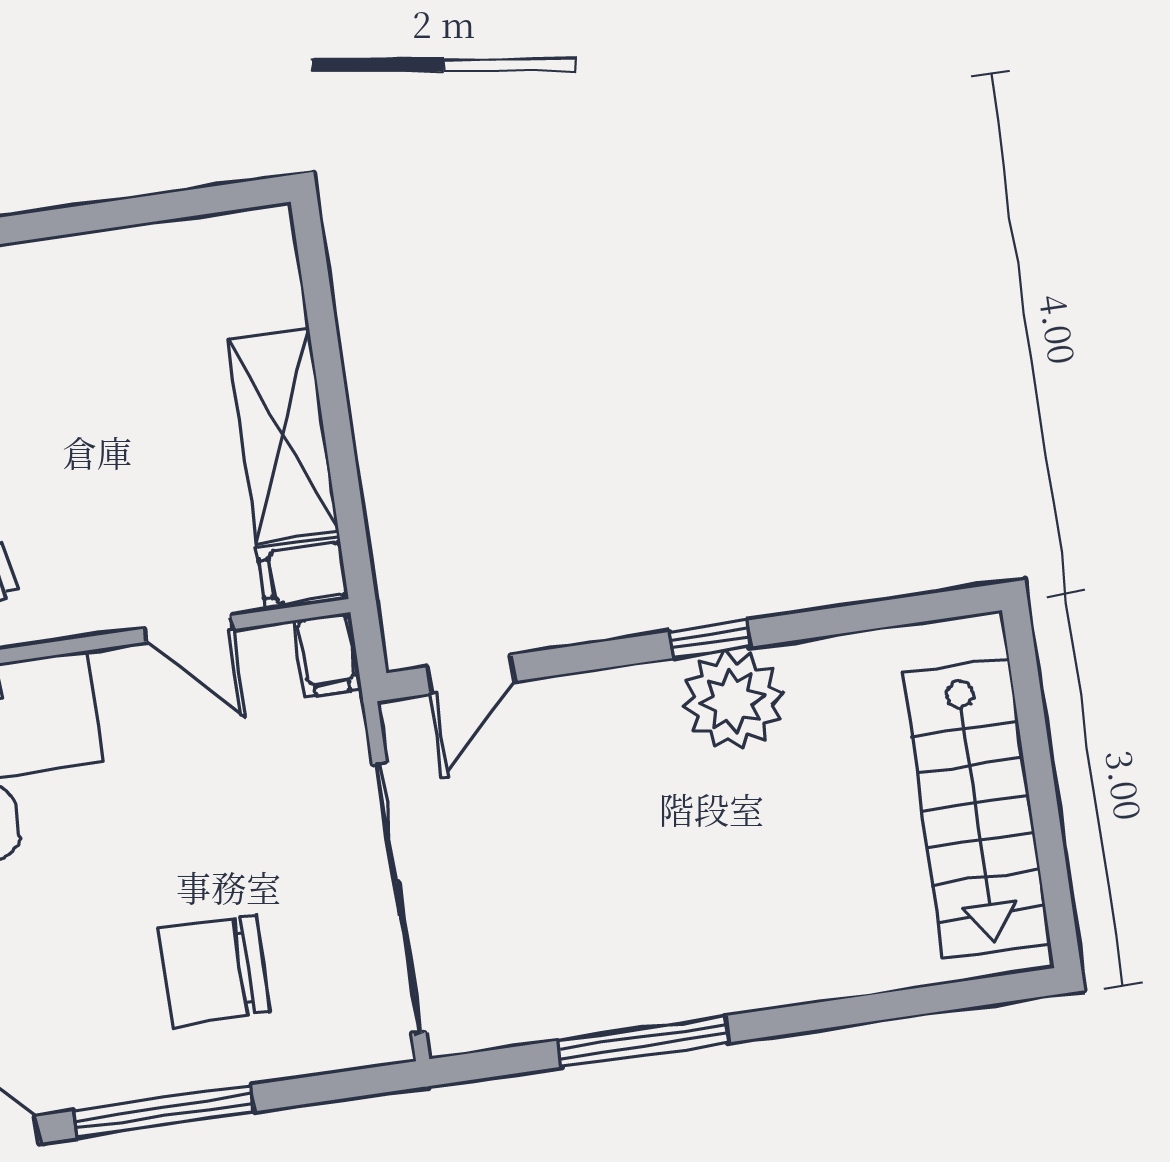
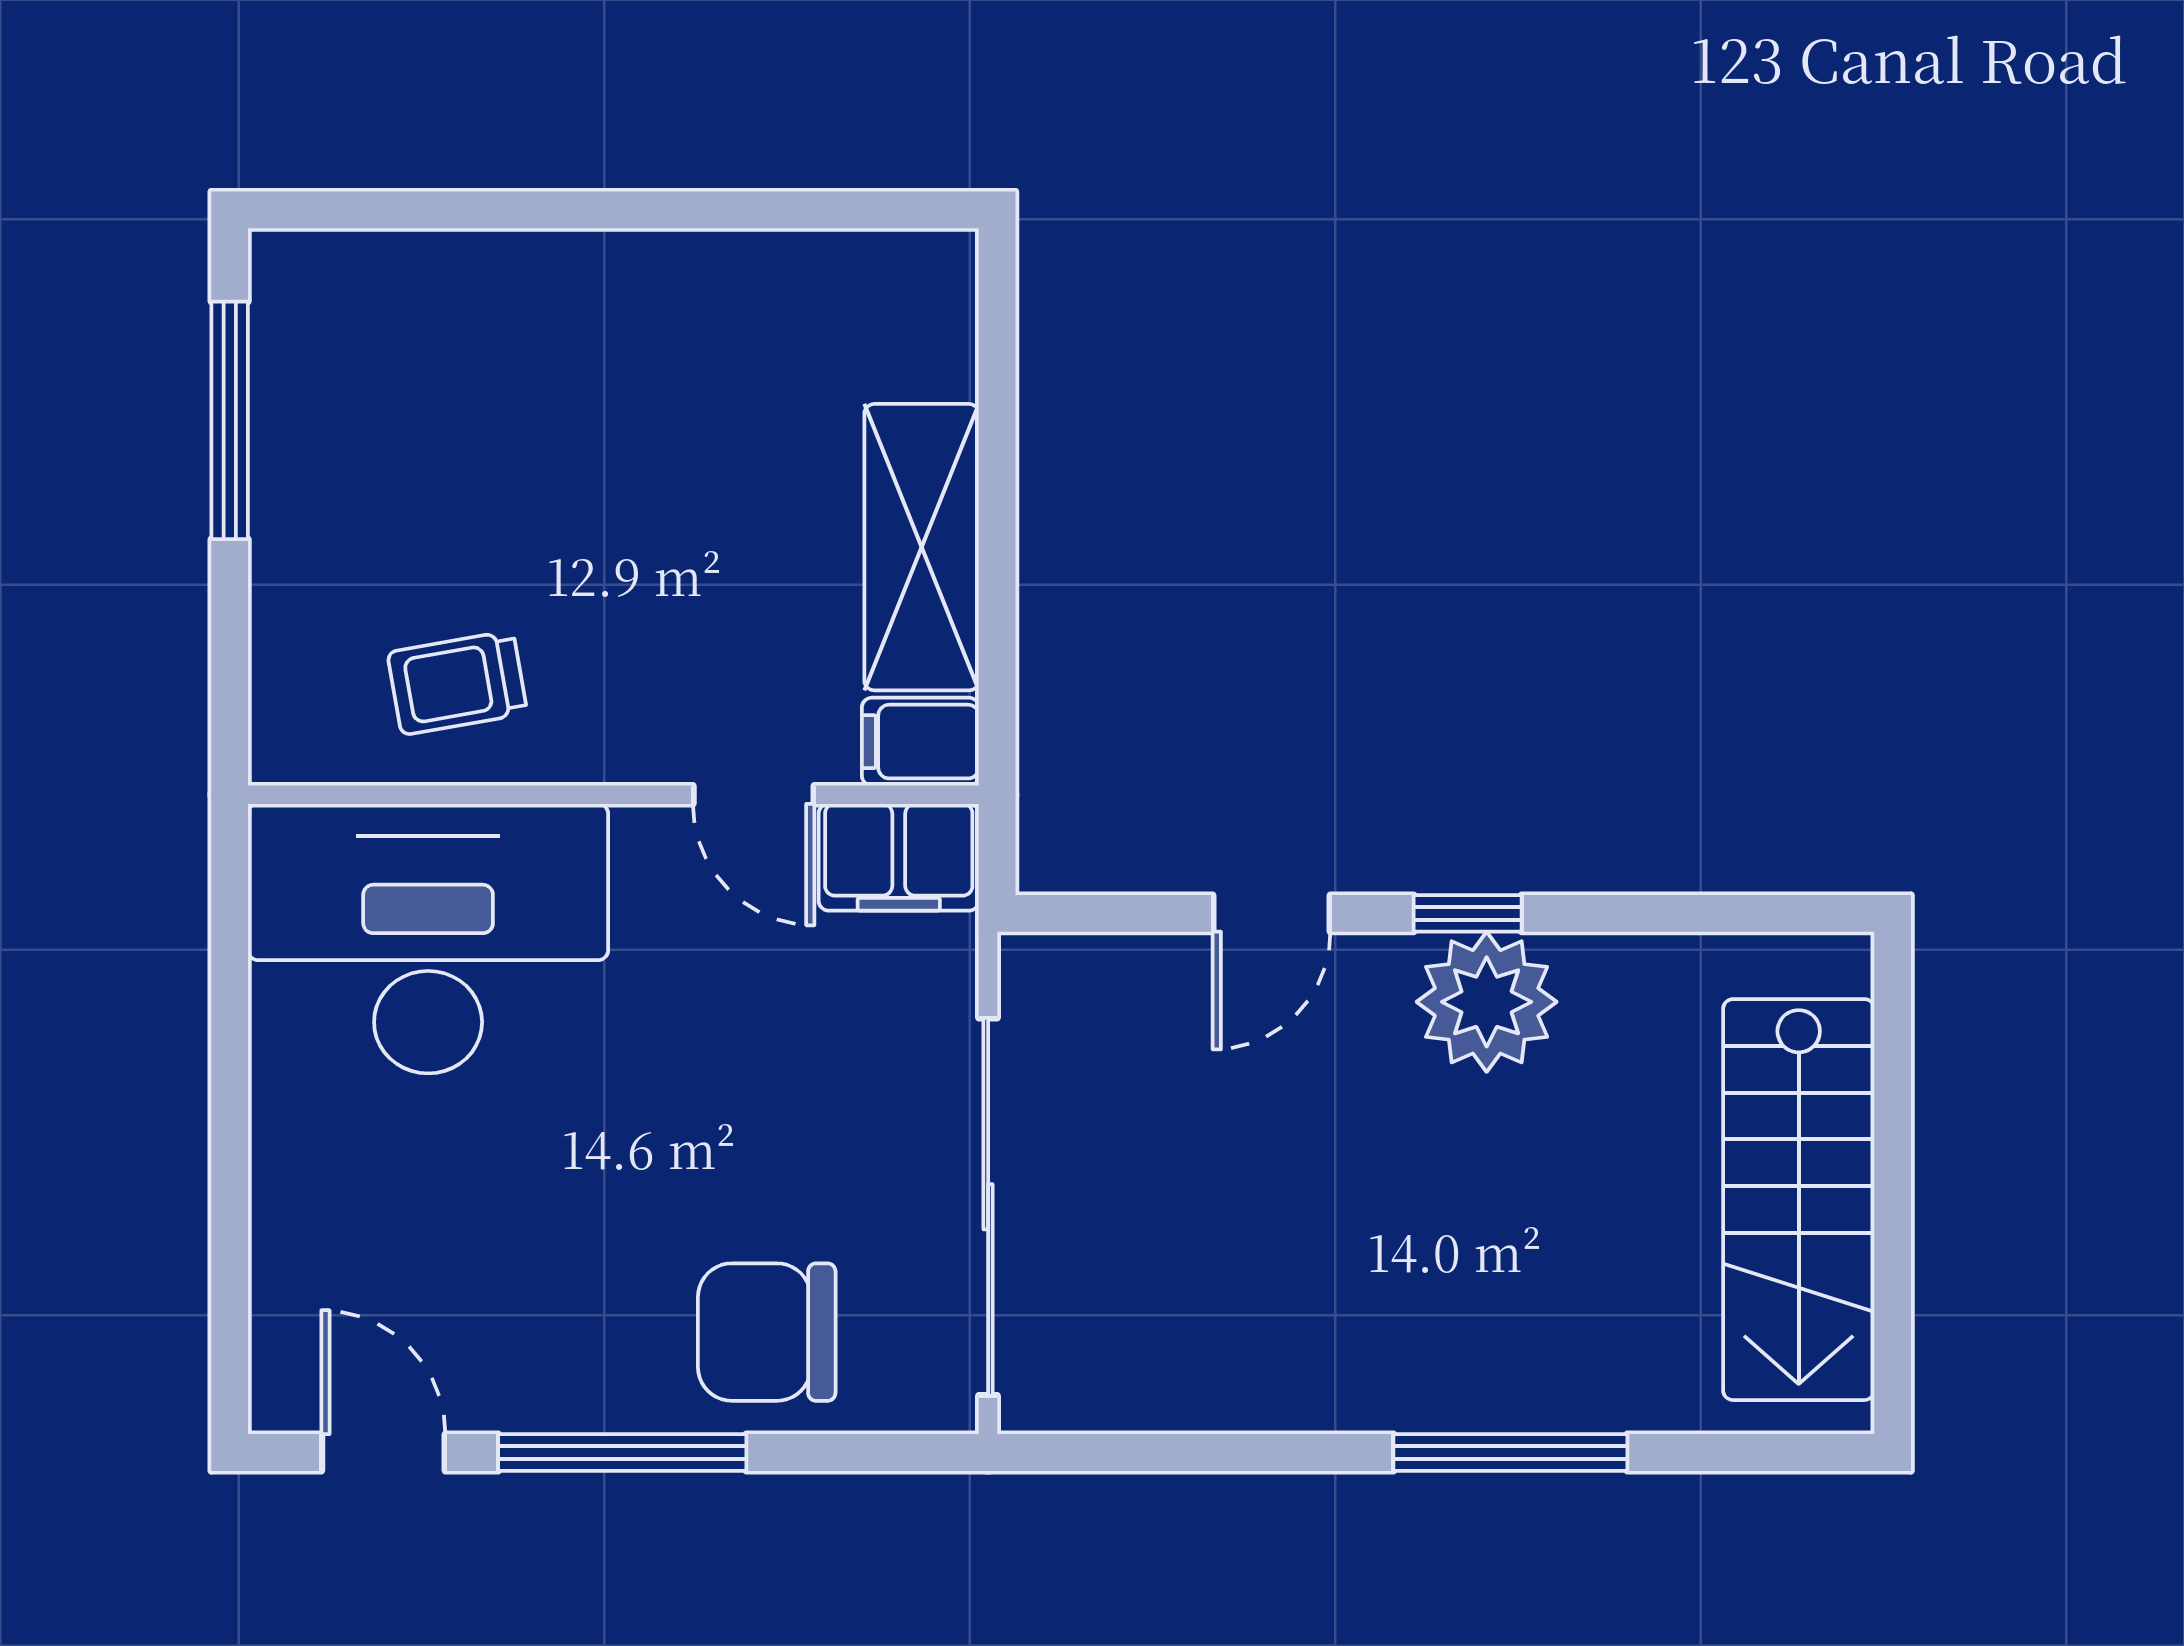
filing cabinet: (328, 654) -> (899, 857), width x2.00
door: (471, 674) -> (1272, 913), moved
chair: (215, 971) -> (767, 1332), moved
window: (643, 1041) -> (1510, 1452), moved

